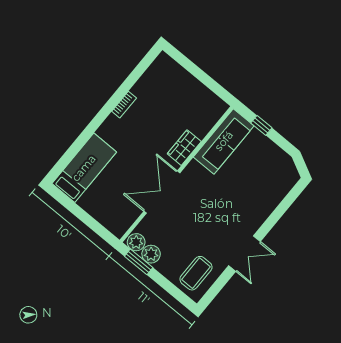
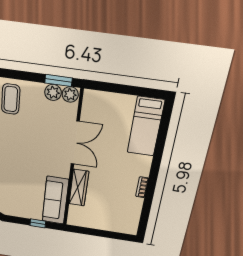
wardrobe: (184, 148) -> (79, 188), width x1.50

